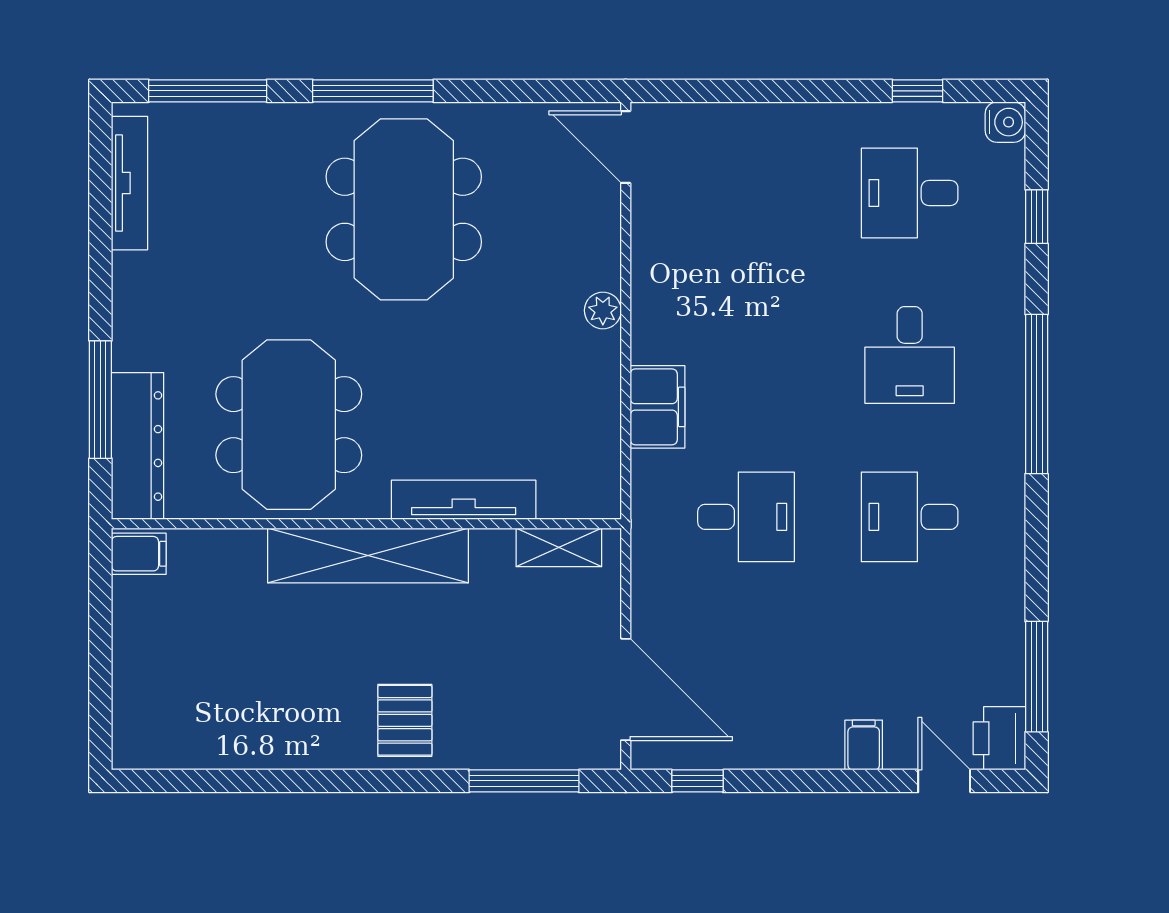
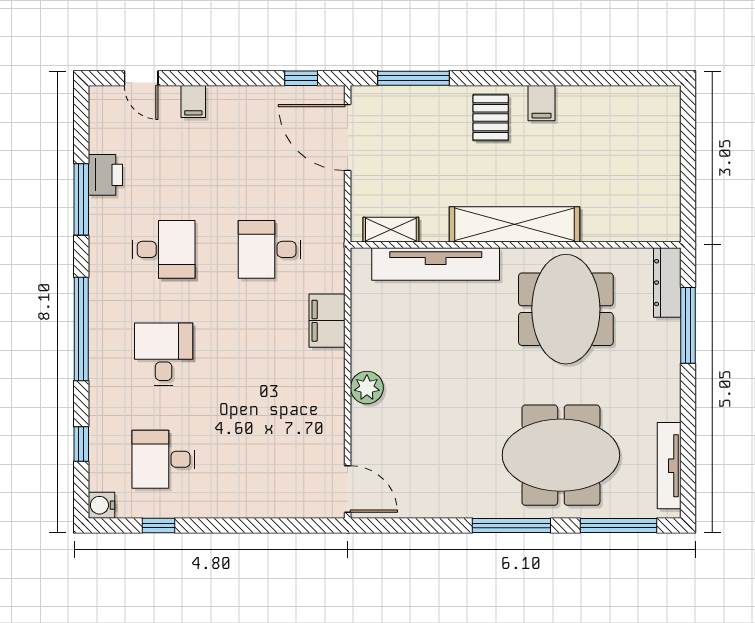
desk: (910, 193) -> (164, 459), turned 180
meeting table: (404, 209) -> (561, 455), moved, turned 90
plant: (603, 310) -> (367, 388), width x1.38, depth x1.38
dresser: (138, 446) -> (667, 283), width x0.73, depth x0.80
tv unit: (464, 500) -> (436, 264), width x1.36, depth x1.29
filing cabinet: (139, 554) -> (542, 103), moved, turned -90
window: (1037, 677) -> (81, 199), moved
printer: (999, 738) -> (105, 175), moved

